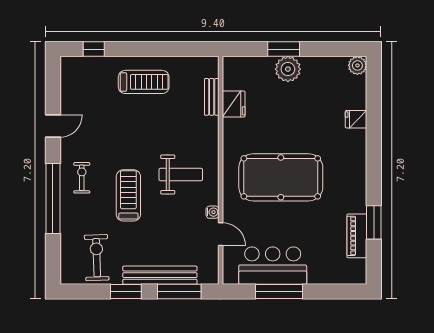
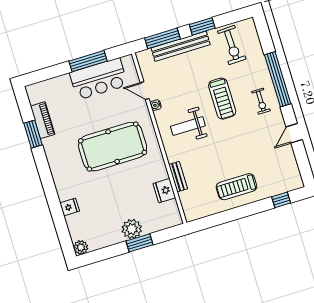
bench: (212, 97) -> (178, 177), moved

